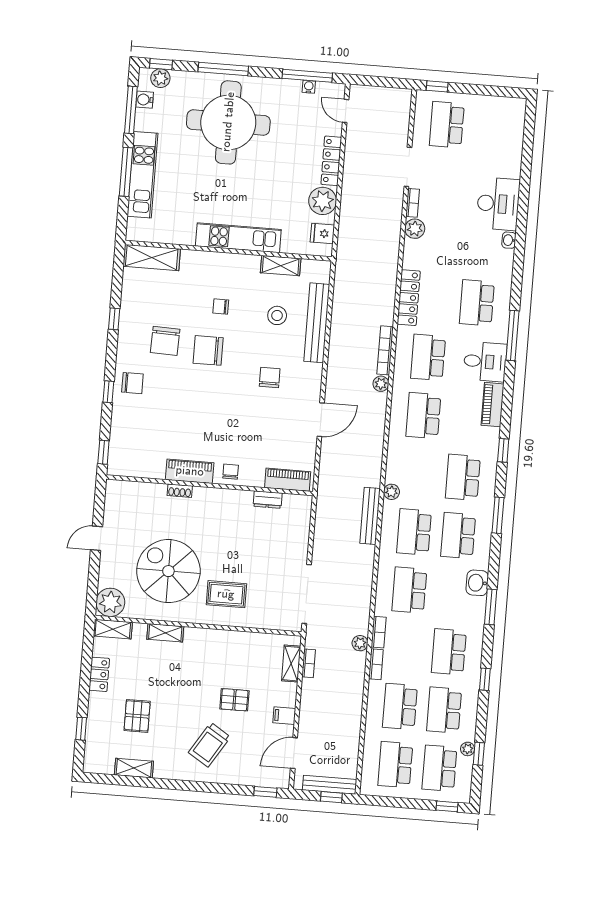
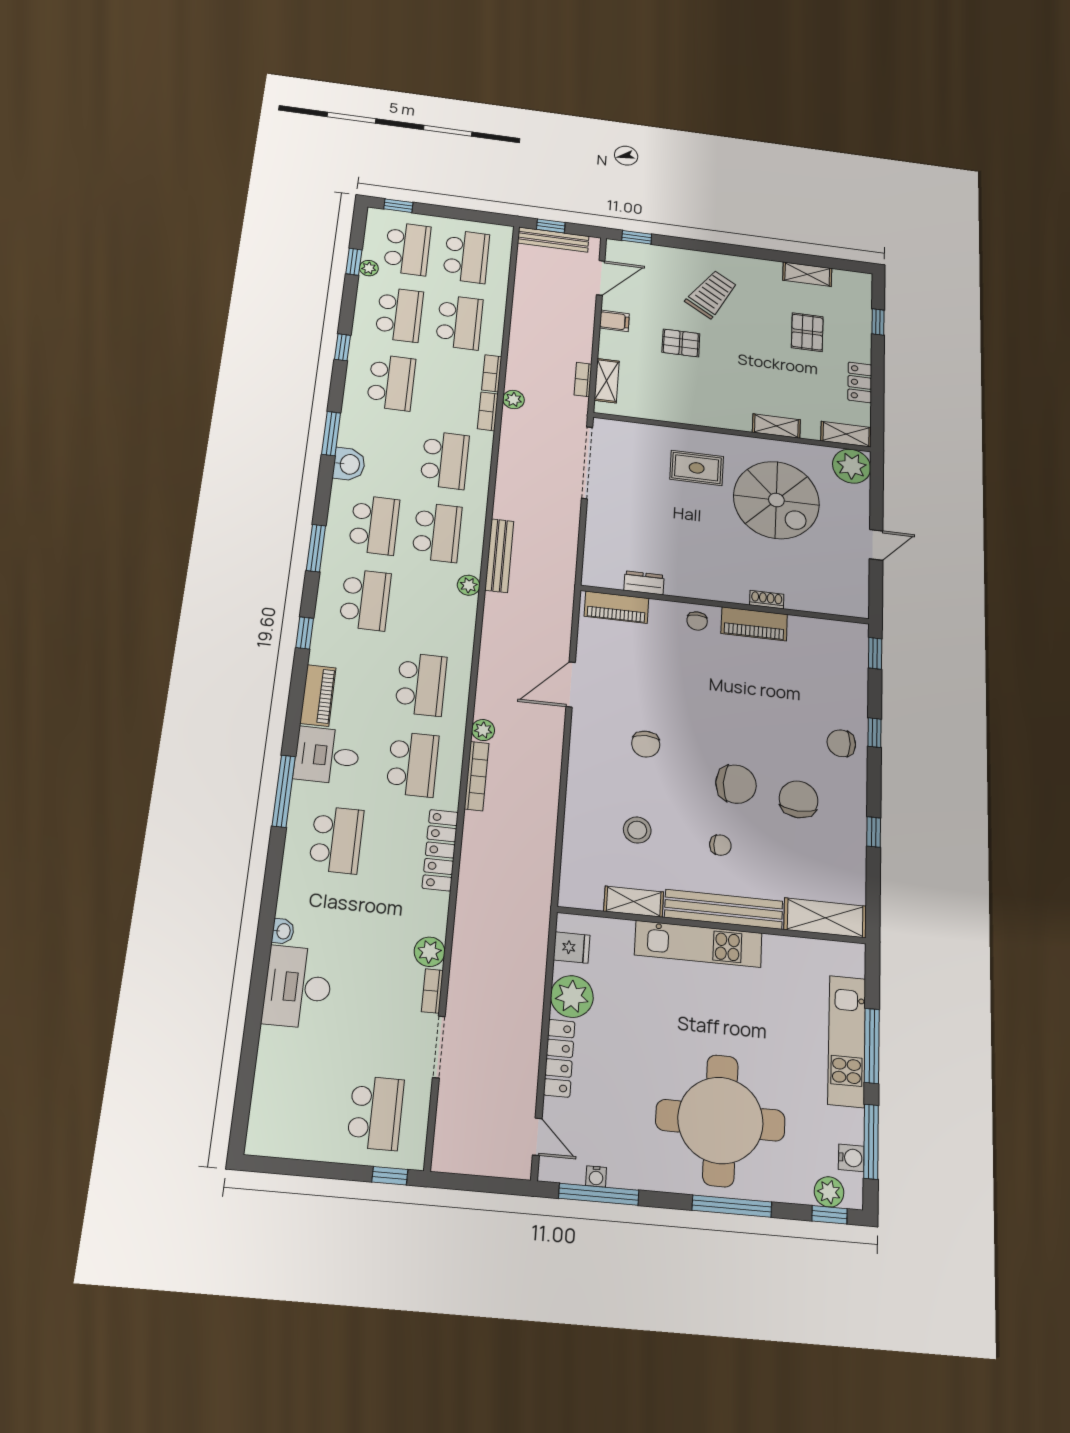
bench: (317, 323) -> (724, 909), moved, turned 90

